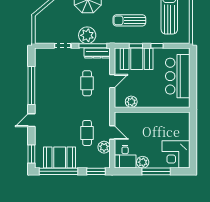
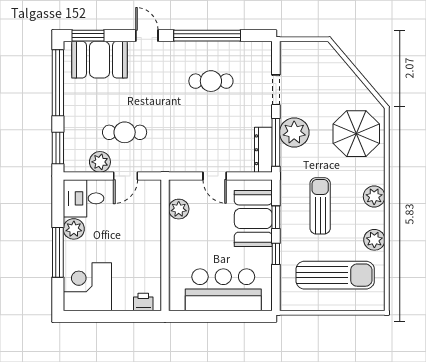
cafe table: (87, 83) -> (211, 81), moved
printer: (185, 122) -> (143, 302), added
booth: (60, 158) -> (99, 60), moved, turned 90

